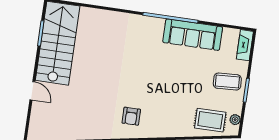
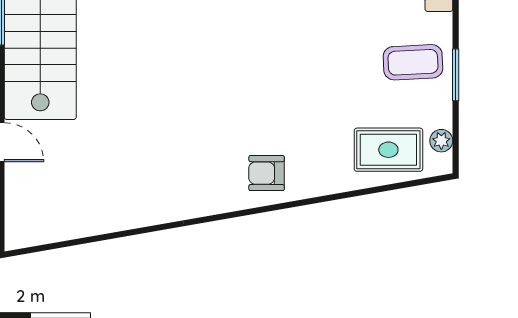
armchair: (131, 116) -> (267, 173), moved, turned 90

